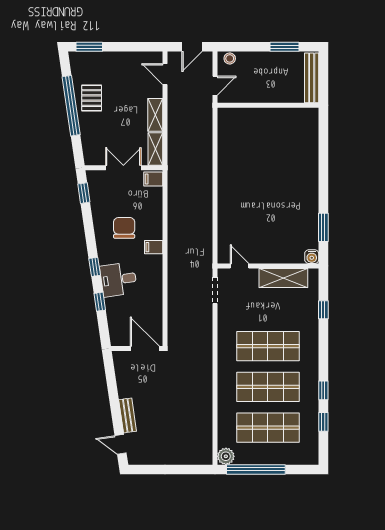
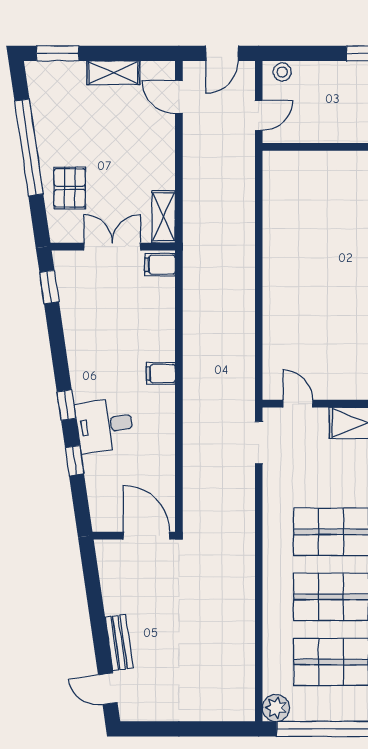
pallet: (92, 98) -> (70, 188), moved
shelving: (155, 115) -> (113, 73), moved, turned 90
chair: (124, 228) -> (114, 343), removed

